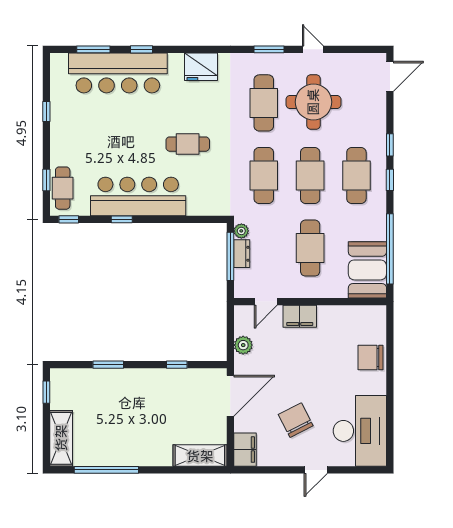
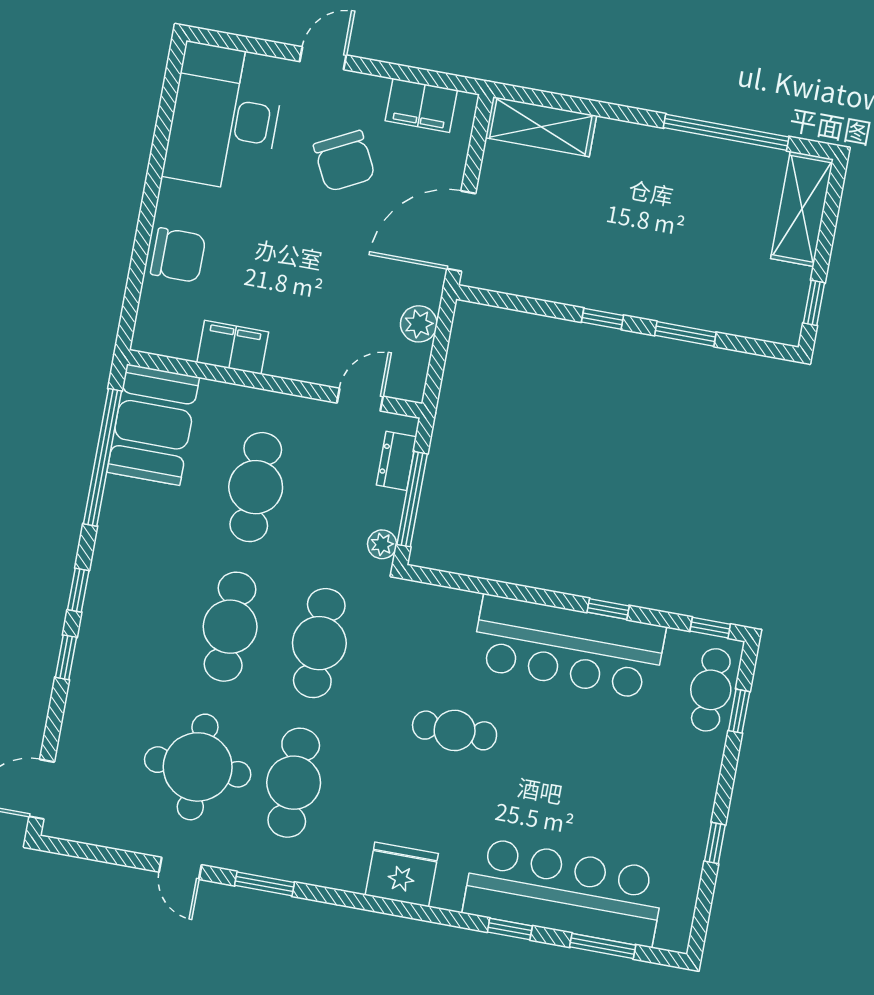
cafe table: (356, 175) -> (141, 610), removed
dresser: (242, 254) -> (396, 461), moved
filing cabinet: (300, 316) -> (233, 347), moved
window: (177, 365) -> (602, 319), moved
filing cabinet: (245, 450) -> (421, 105), moved, turned -90

